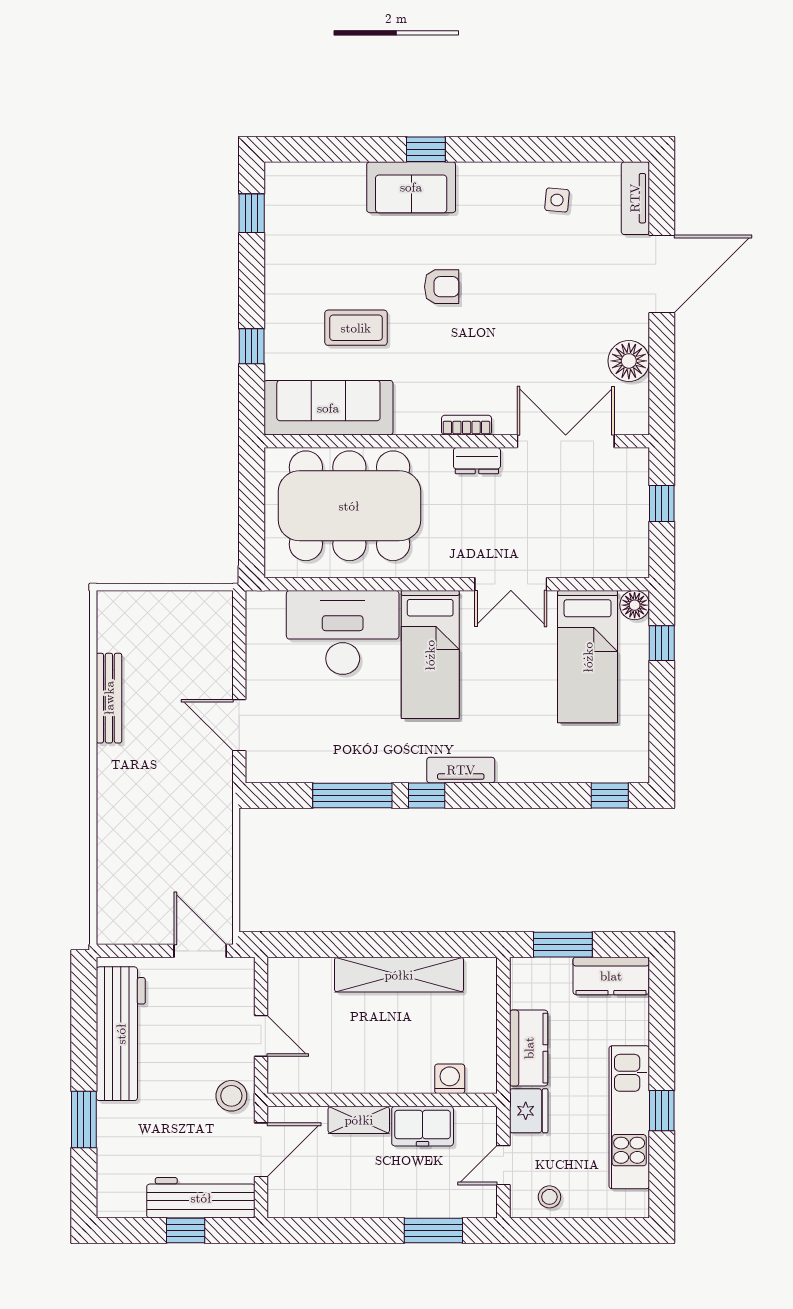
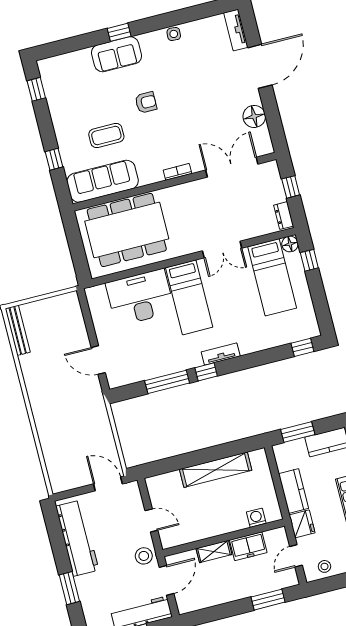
side table: (557, 200) -> (174, 34), moved
dresser: (477, 461) -> (284, 216), moved, turned 90
bench: (109, 698) -> (18, 330), moved

